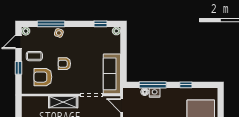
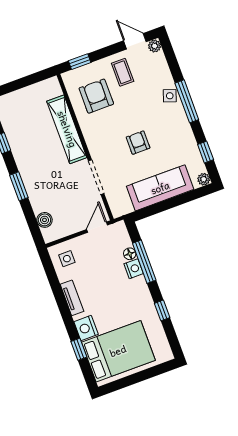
window: (51, 24) -> (187, 101), moved
armchair: (64, 64) -> (138, 143), moved
window: (18, 68) -> (80, 62), moved
sofa: (112, 74) -> (160, 188), moved
shelving: (63, 102) -> (67, 129), width x1.47

